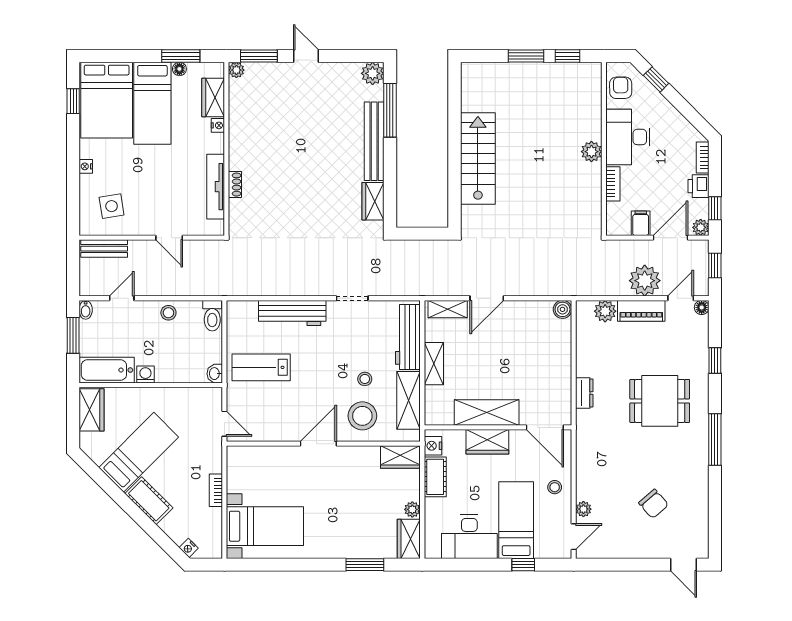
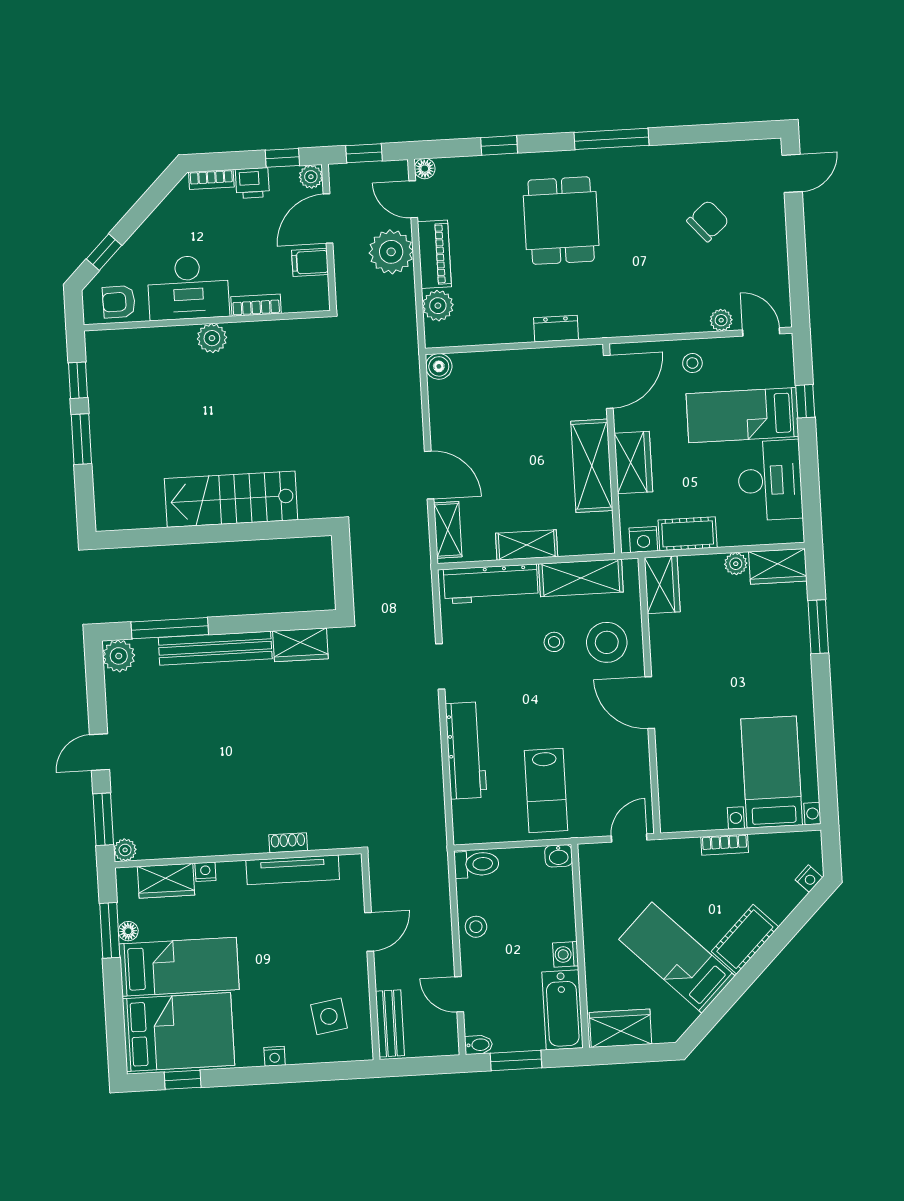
door: (671, 238) -> (328, 219), hinge flipped

